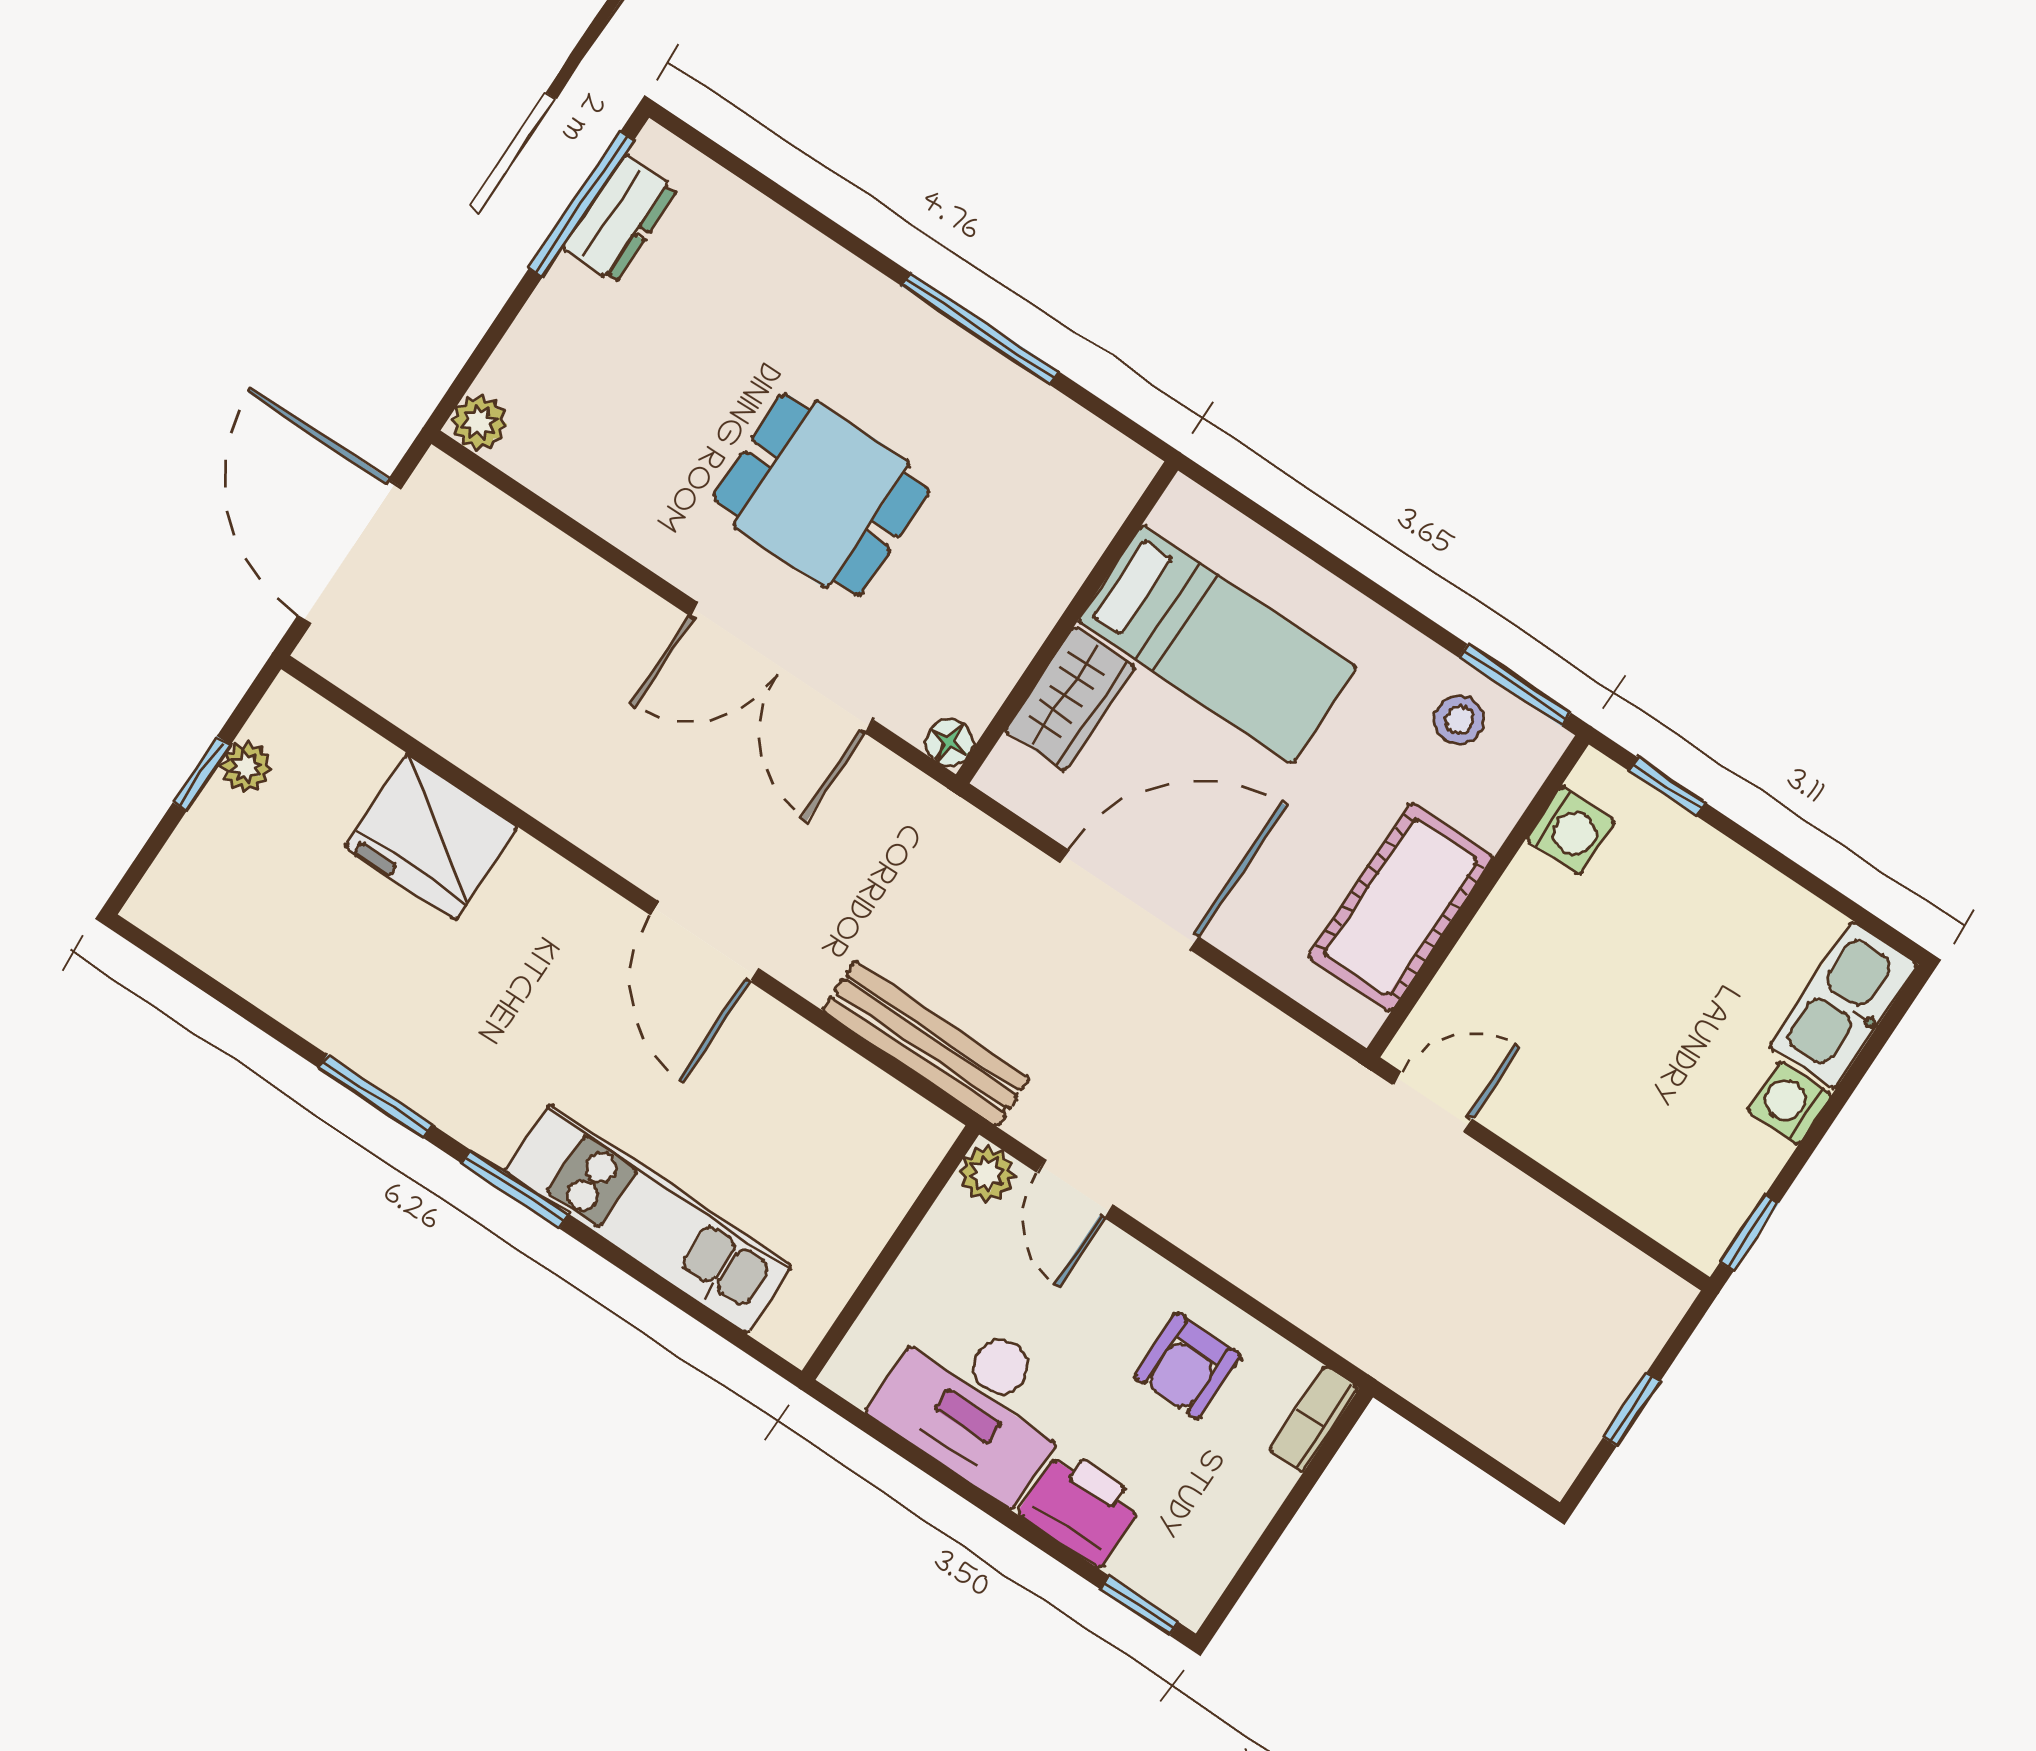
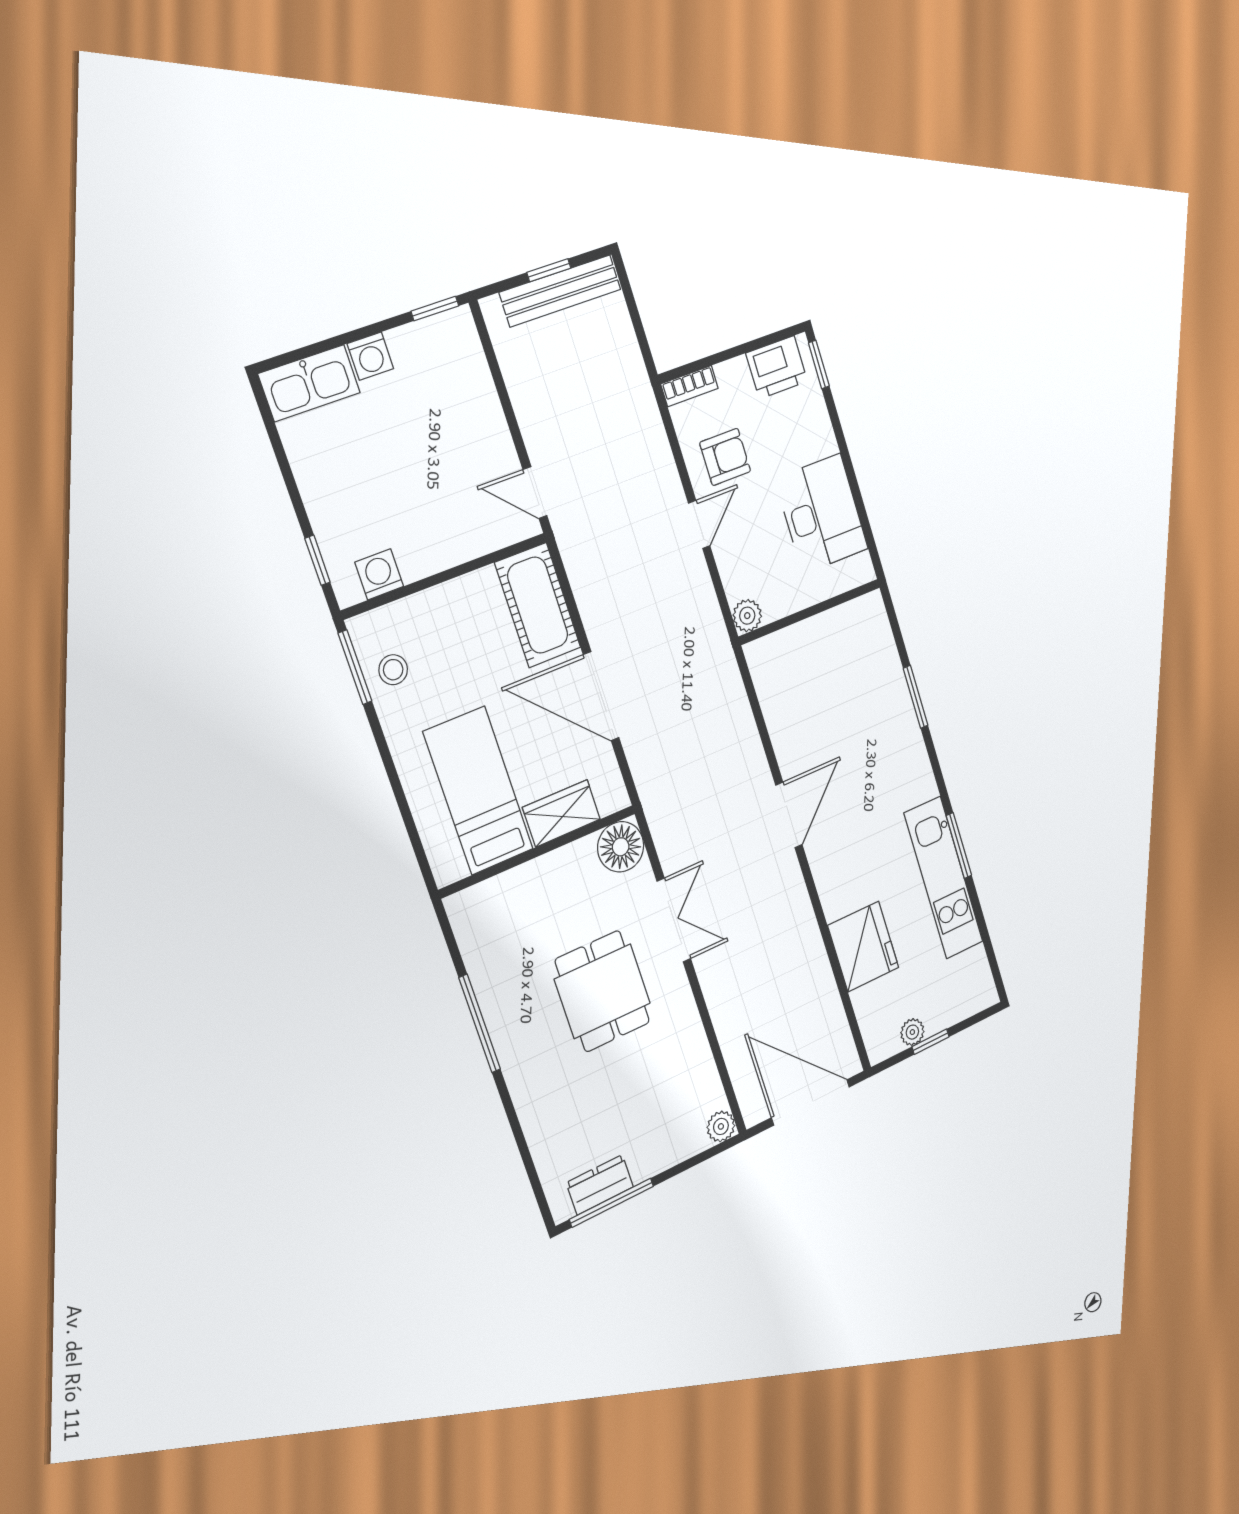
door: (350, 552) -> (811, 1102), swing flipped
double door: (781, 668) -> (674, 920), width x0.73
floor lamp: (949, 742) -> (621, 847), width x1.89, depth x1.89
cot: (1401, 907) -> (538, 605), moved, turned 90
bench: (926, 1044) -> (560, 291), moved, turned 90
door: (1075, 1189) -> (699, 524), moved
window: (515, 1190) -> (916, 697), moved
kitchen unit: (648, 1219) -> (944, 878), moved
printer: (1081, 1507) -> (777, 367), moved, turned -90

